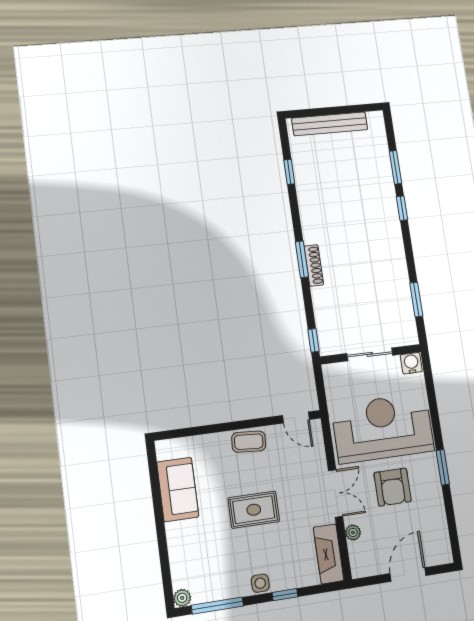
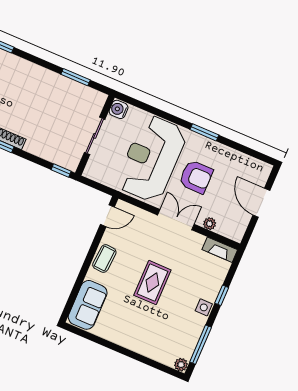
sofa: (178, 490) -> (88, 305), moved, turned 90
fireplace: (329, 554) -> (220, 250), width x0.73, depth x0.76

